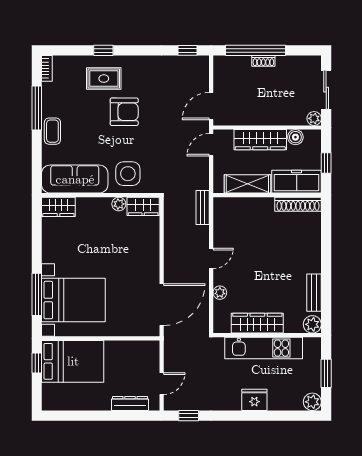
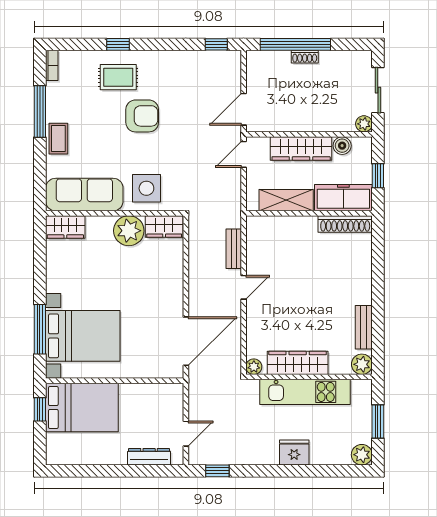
plant: (119, 204) -> (129, 231), width x1.88, depth x1.88
bench: (203, 207) -> (234, 249), moved
plant: (220, 293) -> (254, 367), moved

